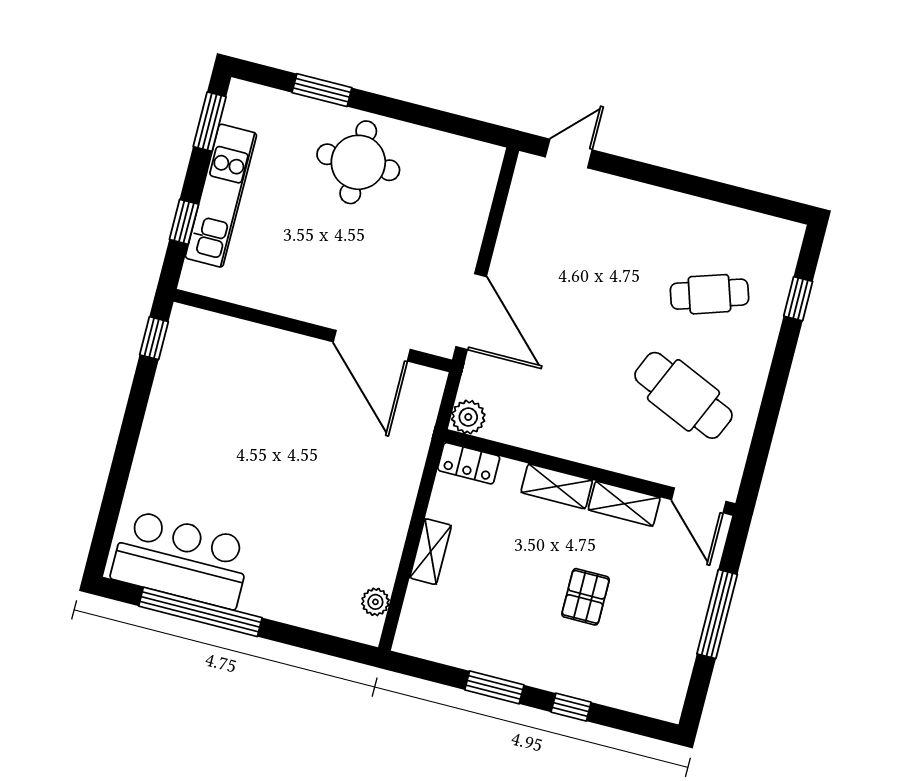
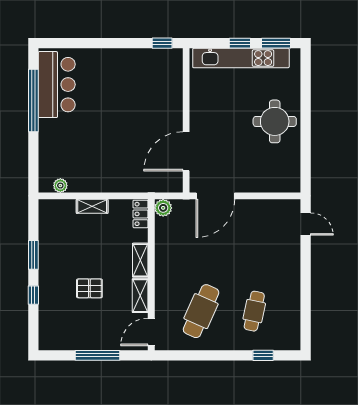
window: (322, 90) -> (306, 94), removed
kitchen unit: (221, 196) -> (241, 58), width x1.36
window: (184, 222) -> (240, 43), moved
cafe table: (709, 294) -> (254, 311), turned 30

